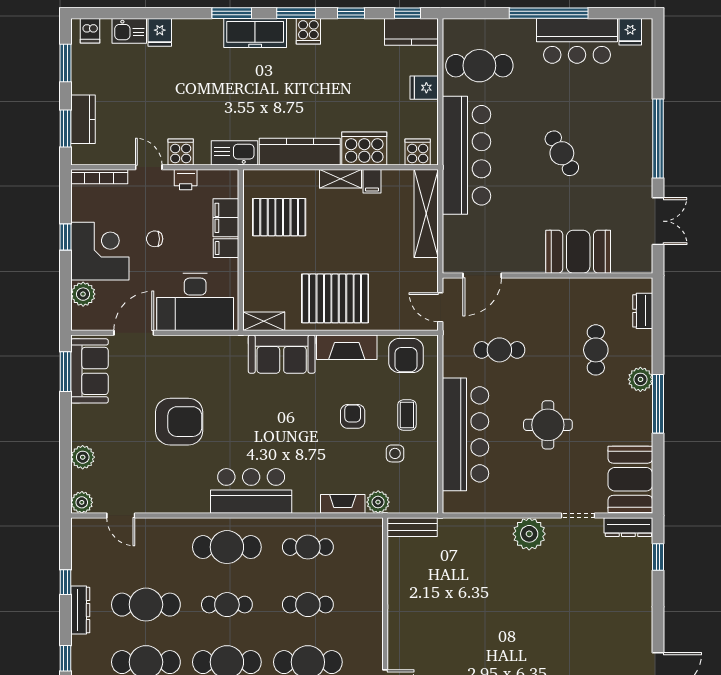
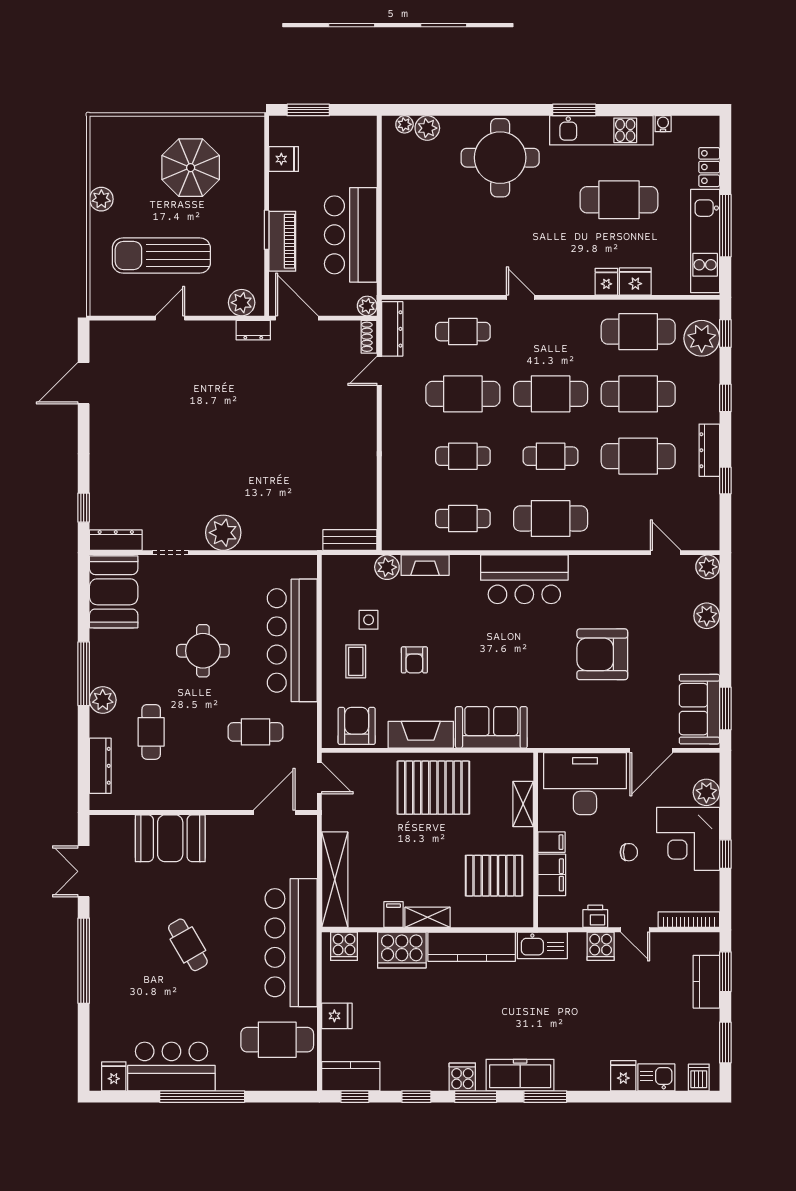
dresser: (643, 311) -> (100, 766), width x1.44
shelving: (264, 321) -> (523, 804), moved, turned 90

